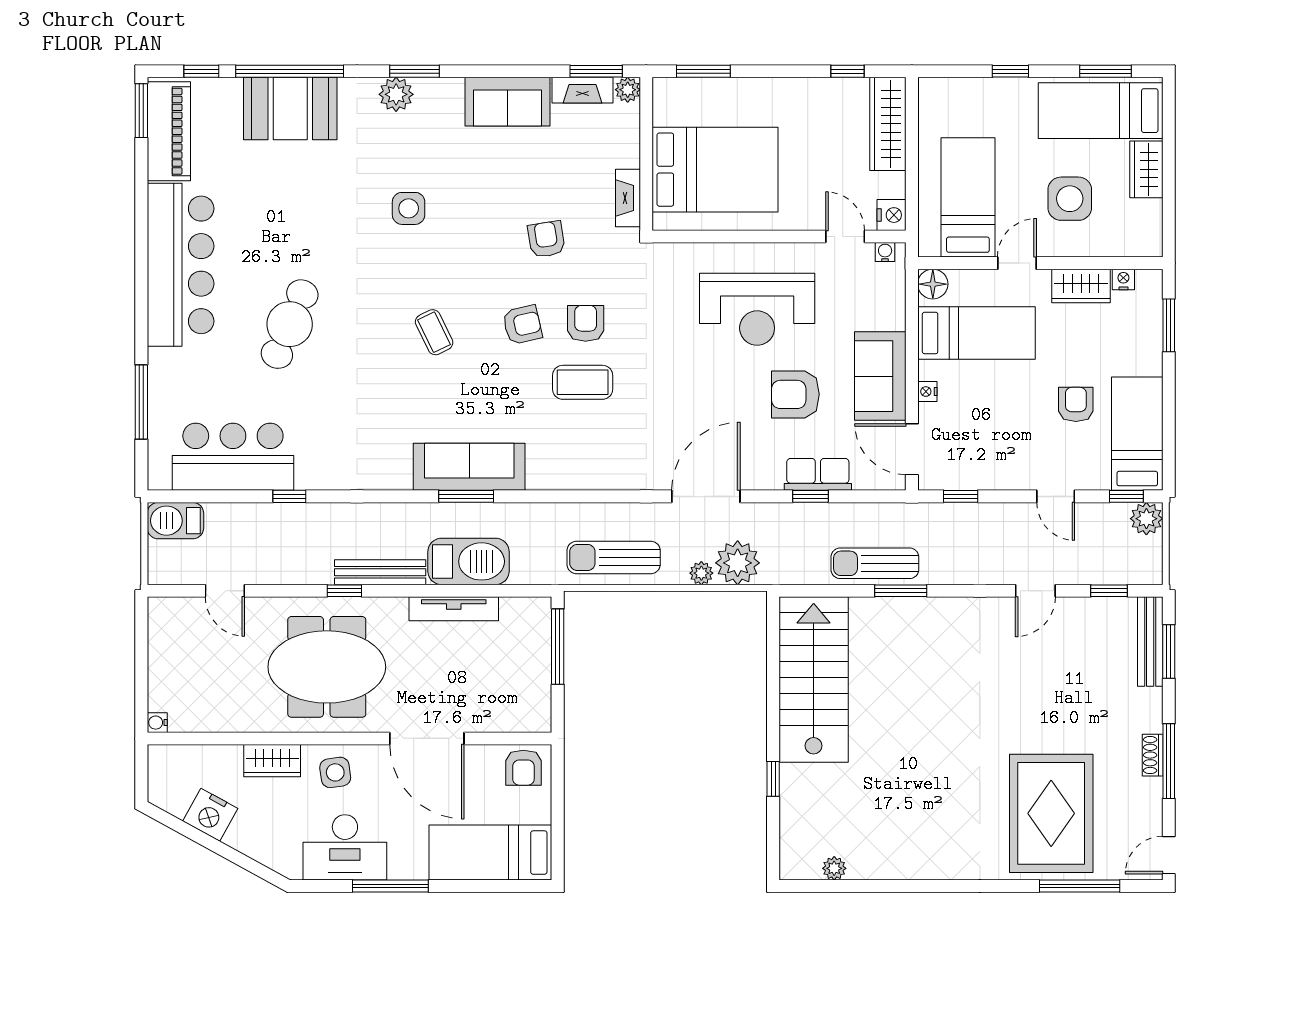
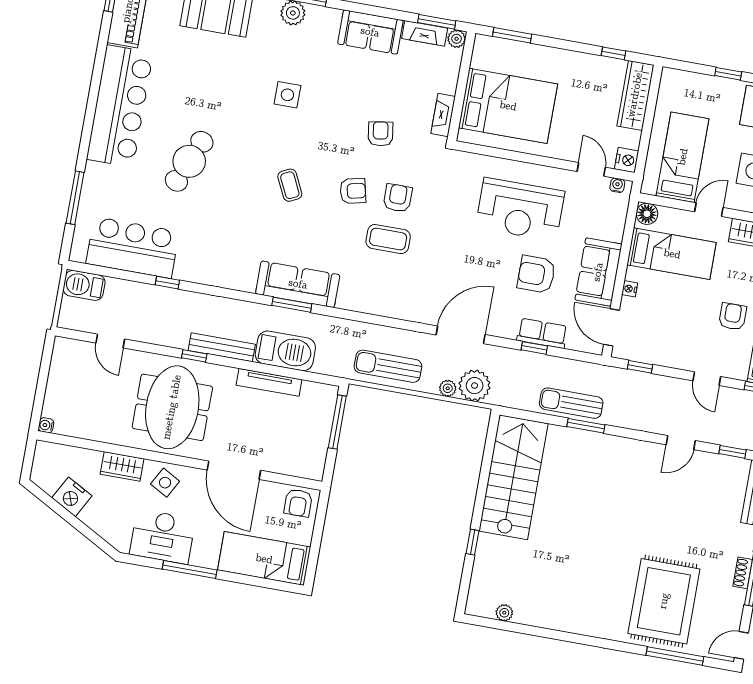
meeting table: (327, 667) -> (172, 407), turned 90
side table: (335, 772) -> (165, 483), turned 37

